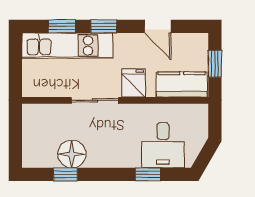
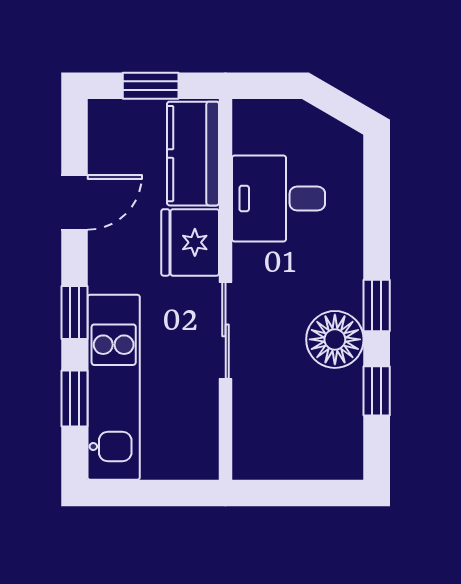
fridge: (134, 83) -> (190, 242), width x1.38
desk: (163, 145) -> (279, 199), moved, turned 180
floor lamp: (72, 154) -> (335, 339), moved
window: (148, 174) -> (377, 305), moved

